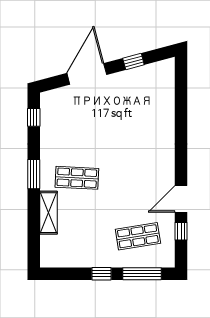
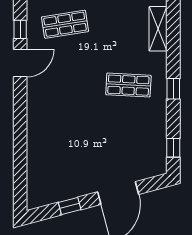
window: (34, 174) -> (173, 89), width x0.67
shelving: (48, 213) -> (158, 29), moved

